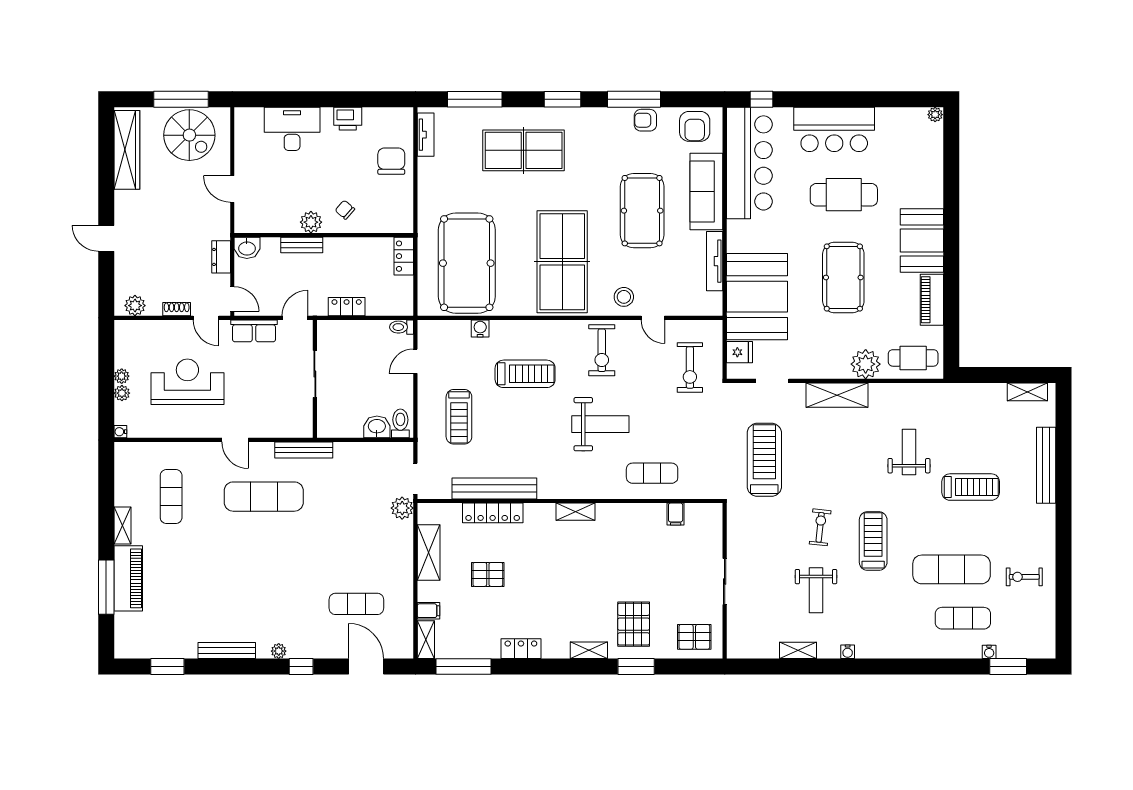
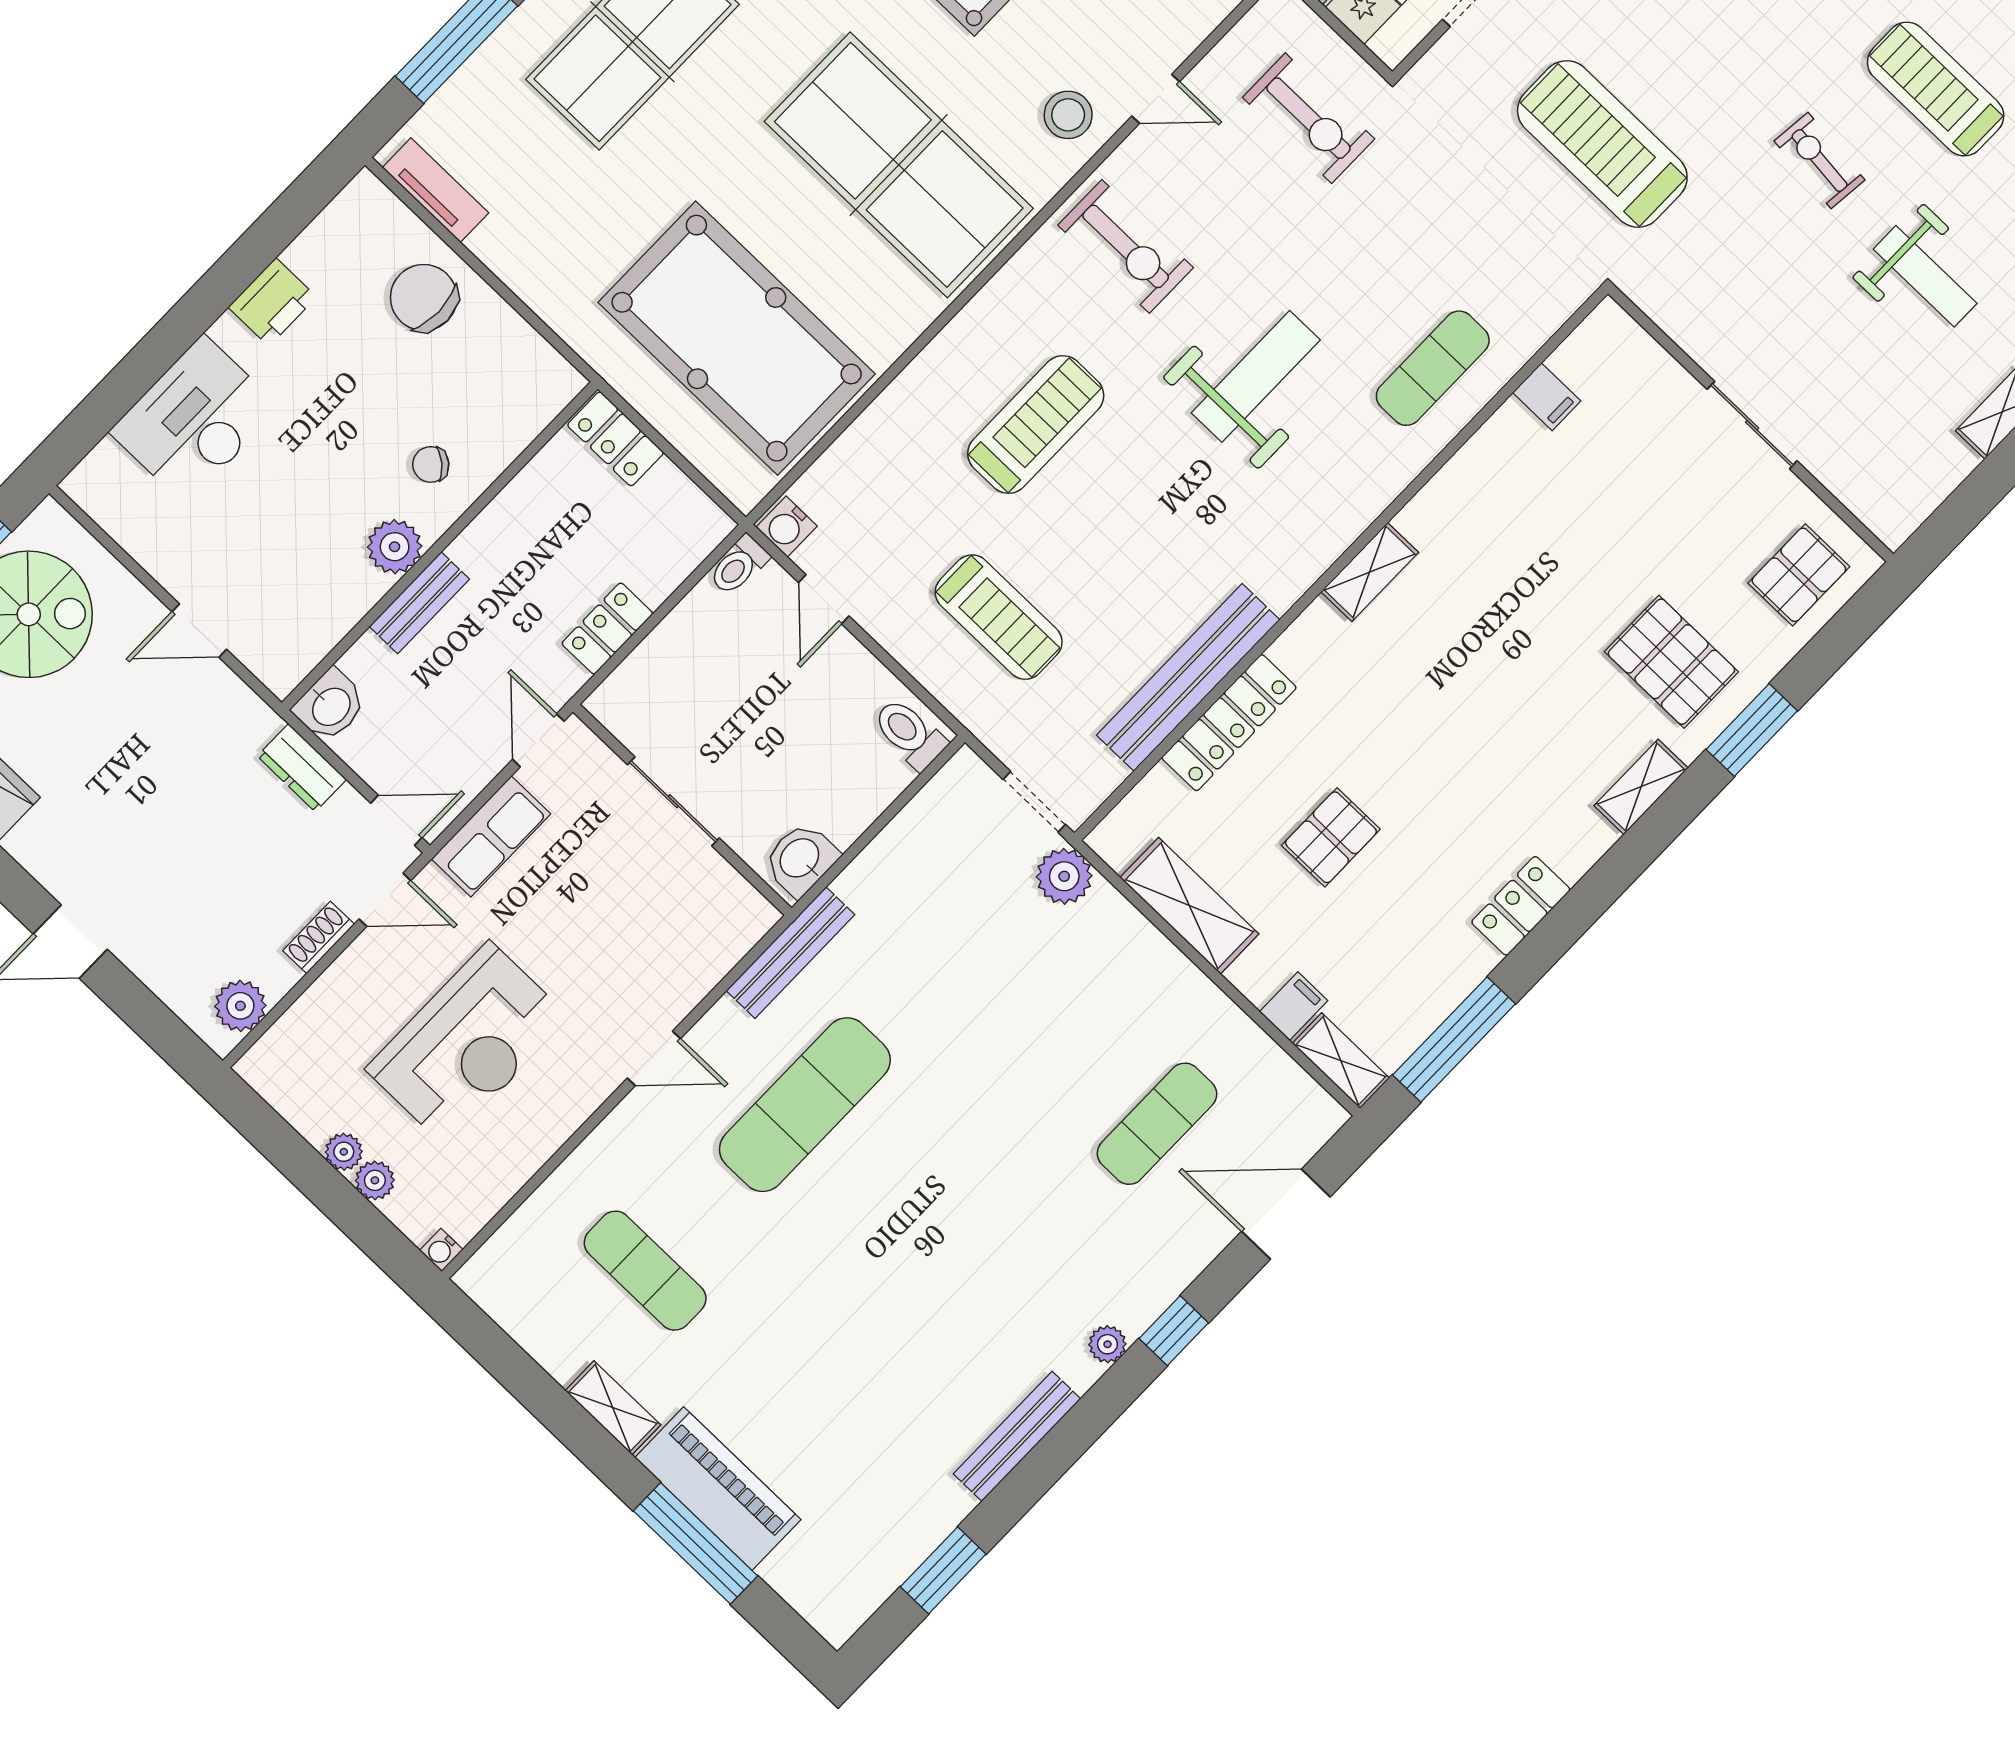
water cooler: (480, 328) -> (787, 527), moved, turned -90
reception desk: (187, 382) -> (468, 1043), turned 180
washbasin: (377, 427) -> (801, 859), moved

